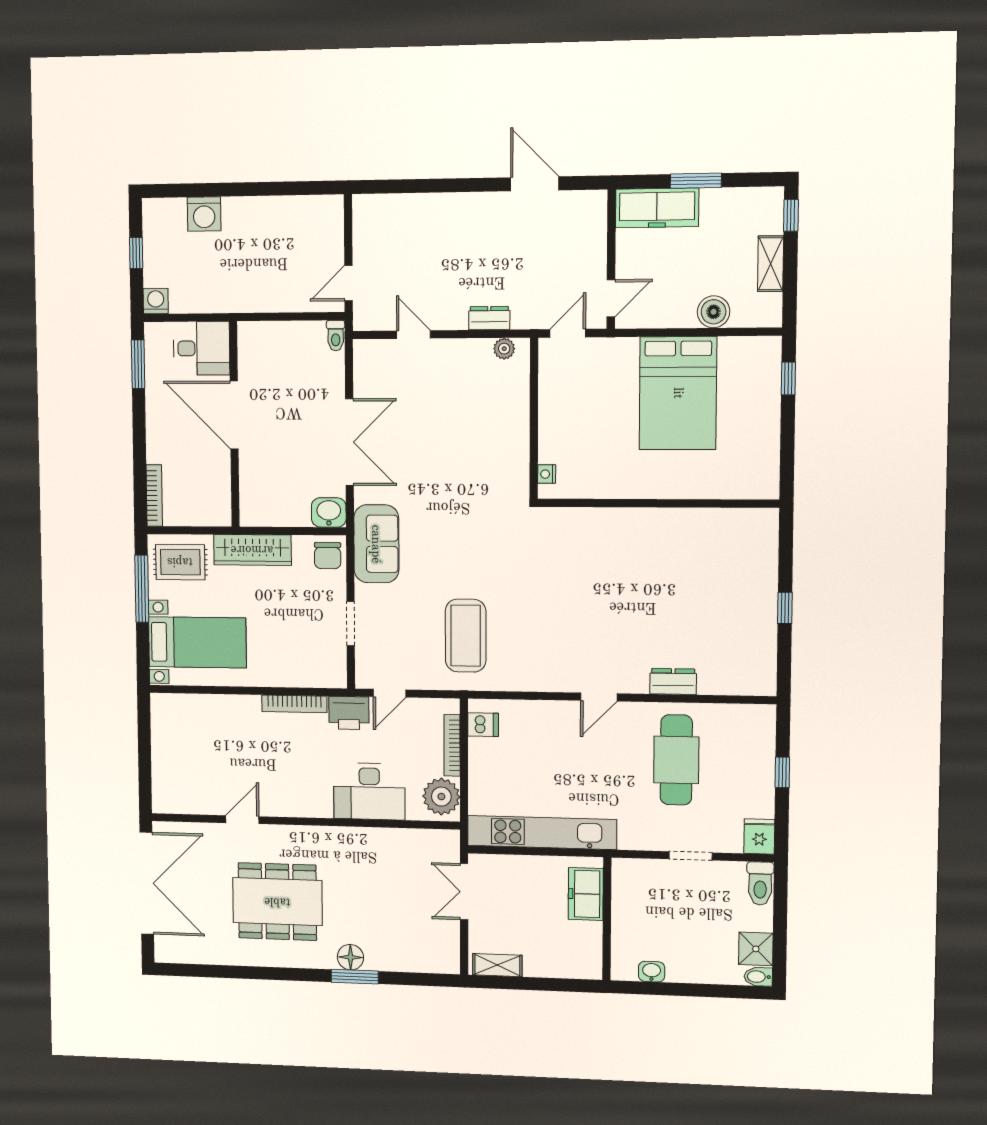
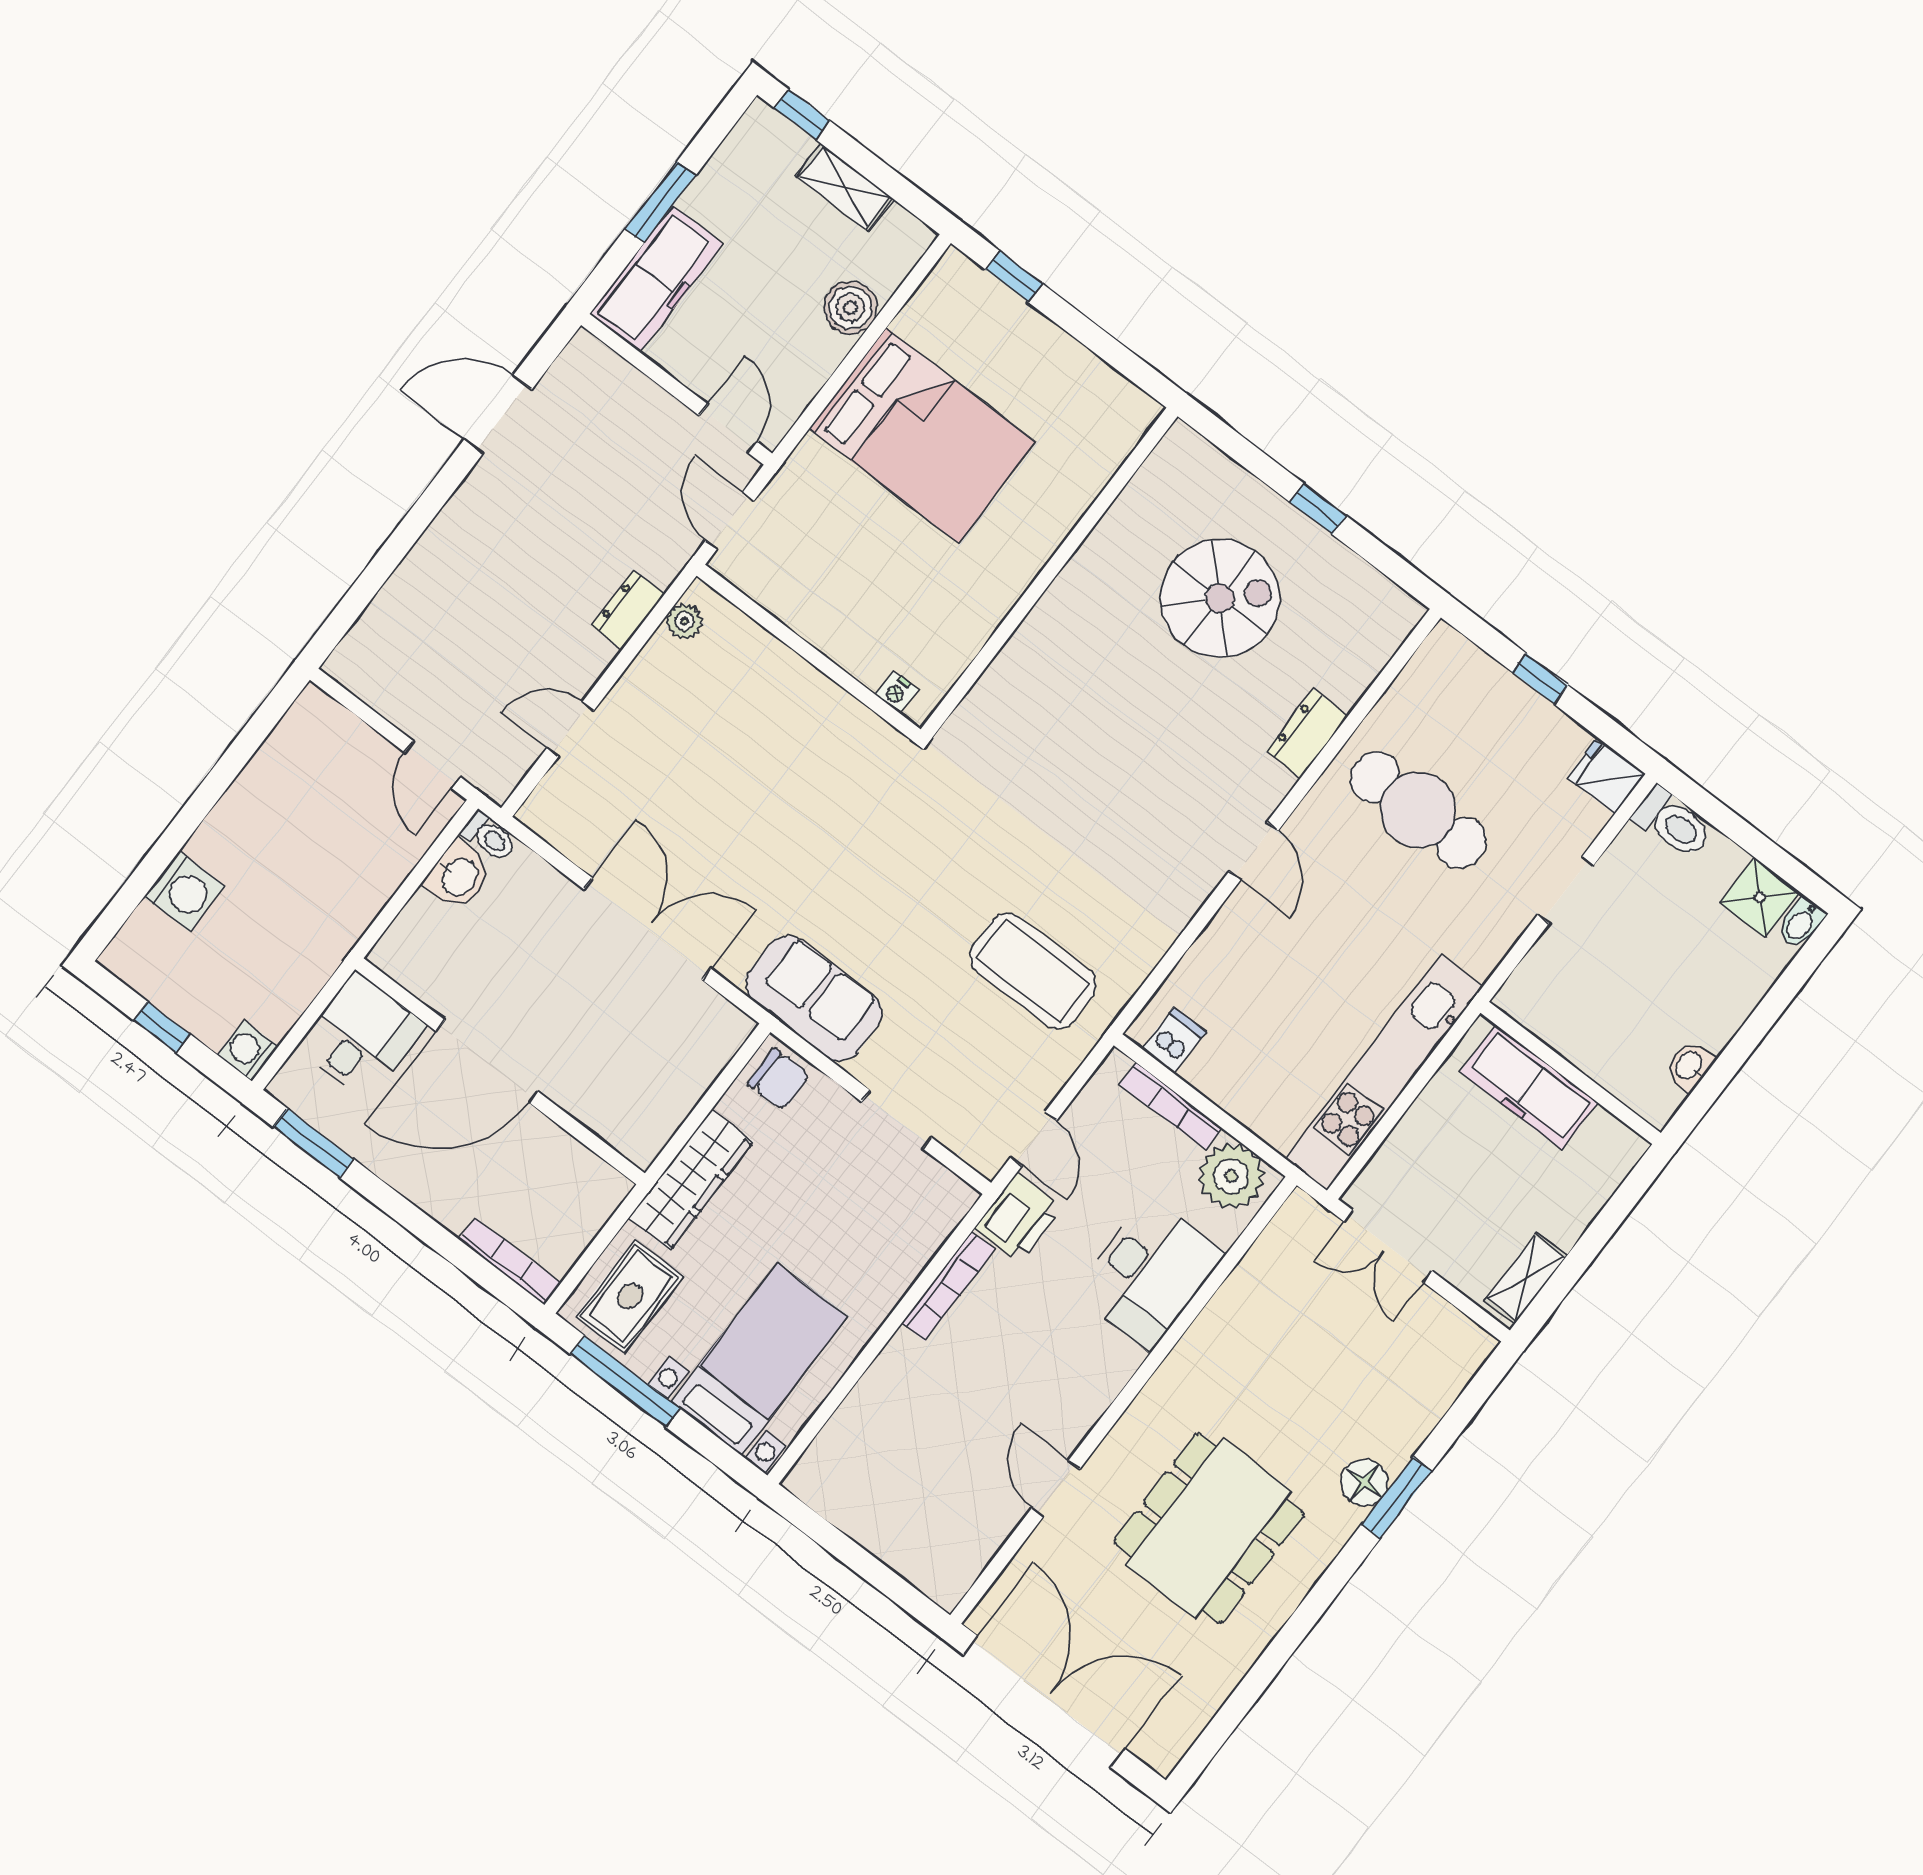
washbasin: (329, 512) -> (458, 876), moved, turned 180
spiral stairs: (706, 593) -> (1220, 598), added
freezer: (586, 894) -> (1529, 1087), width x1.40

